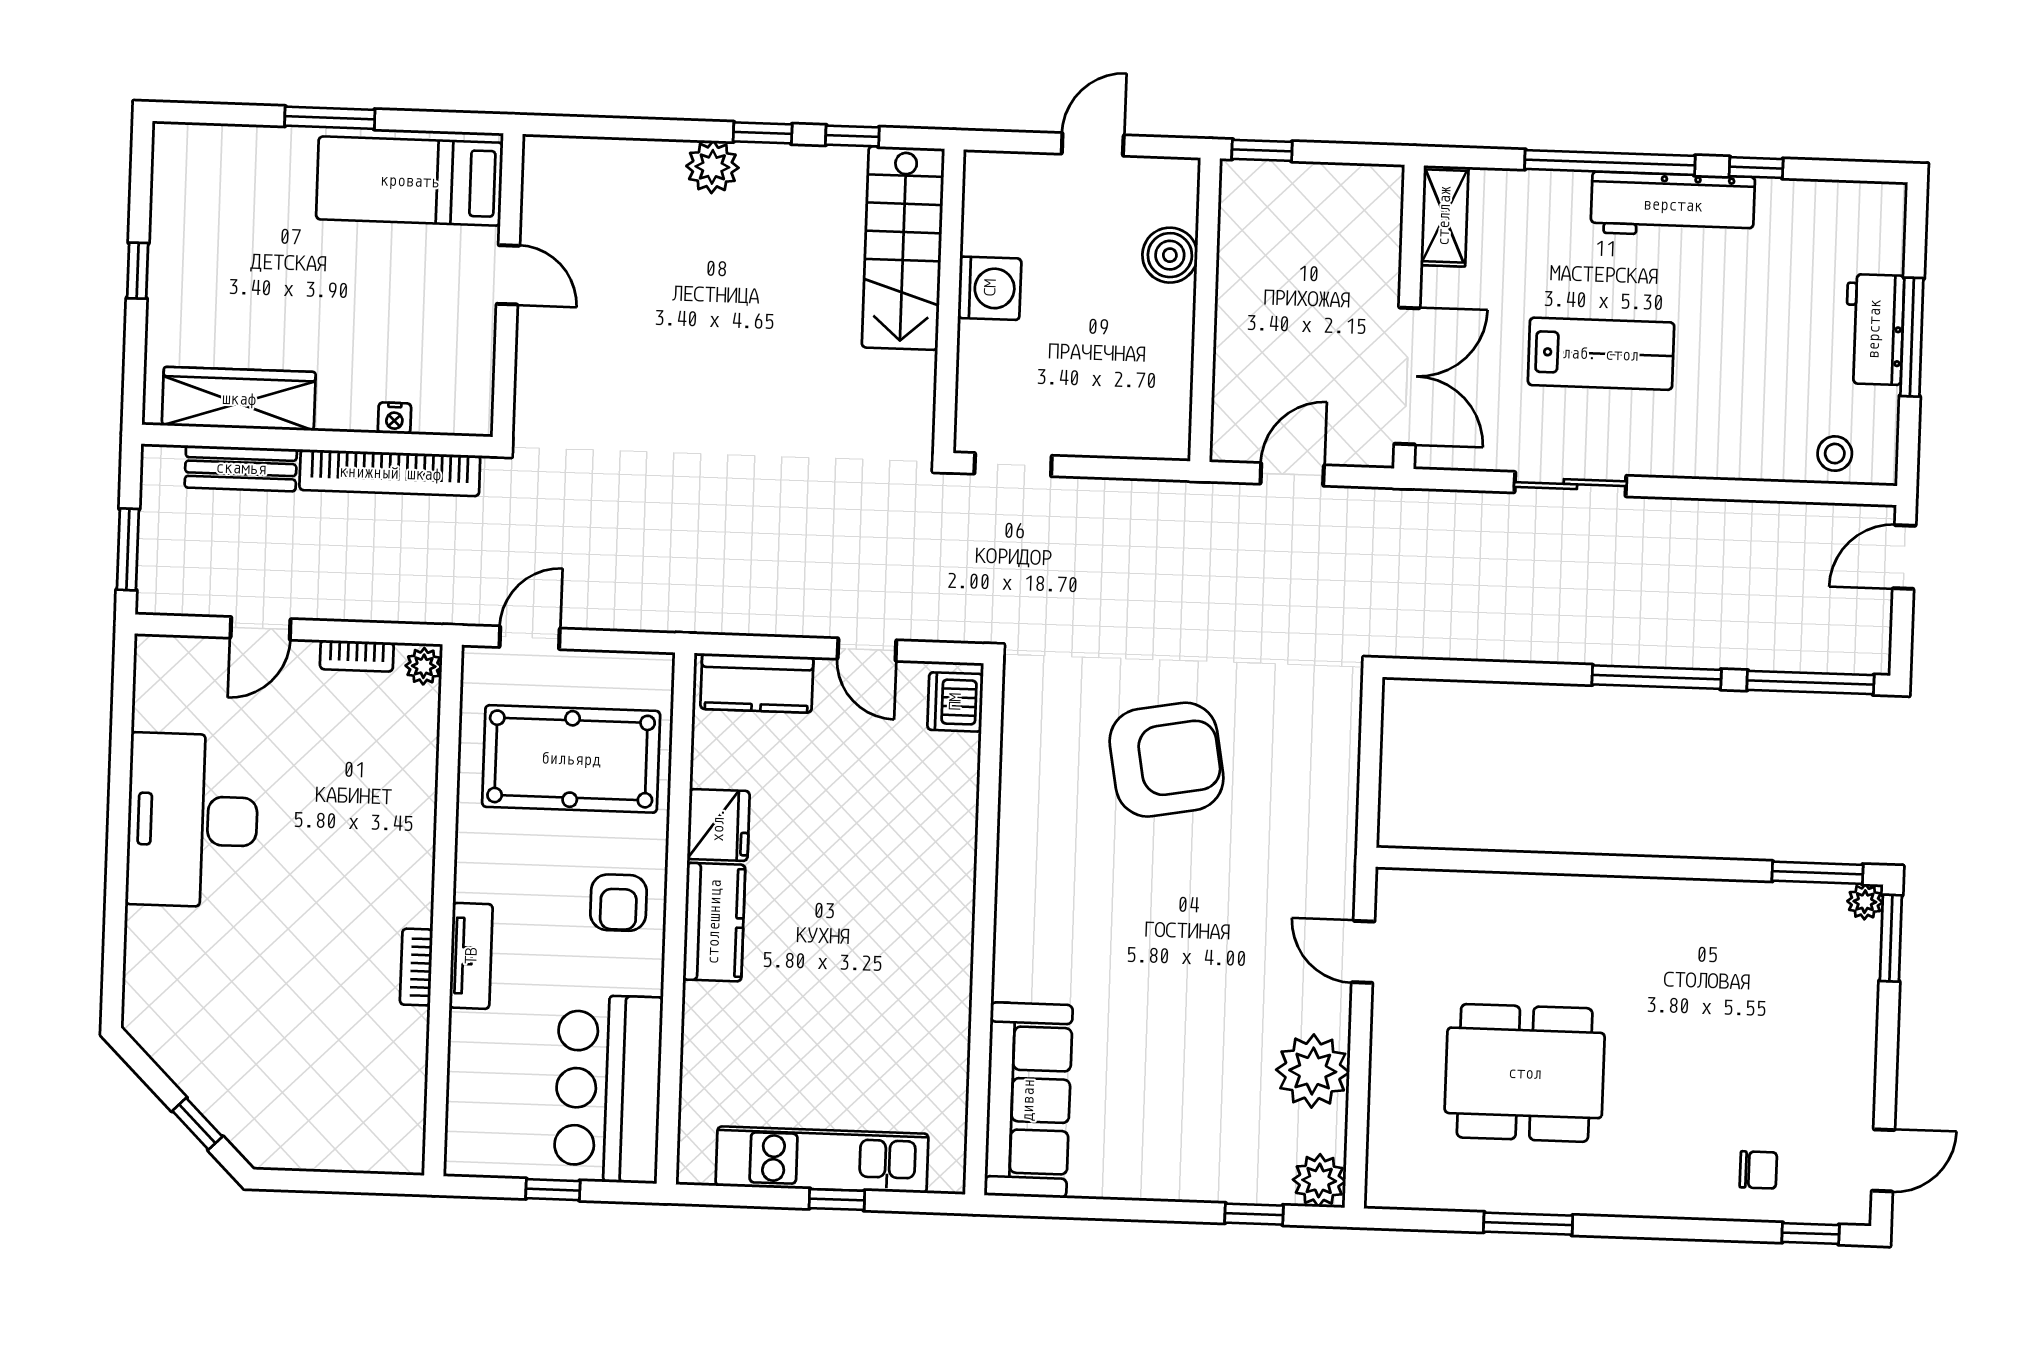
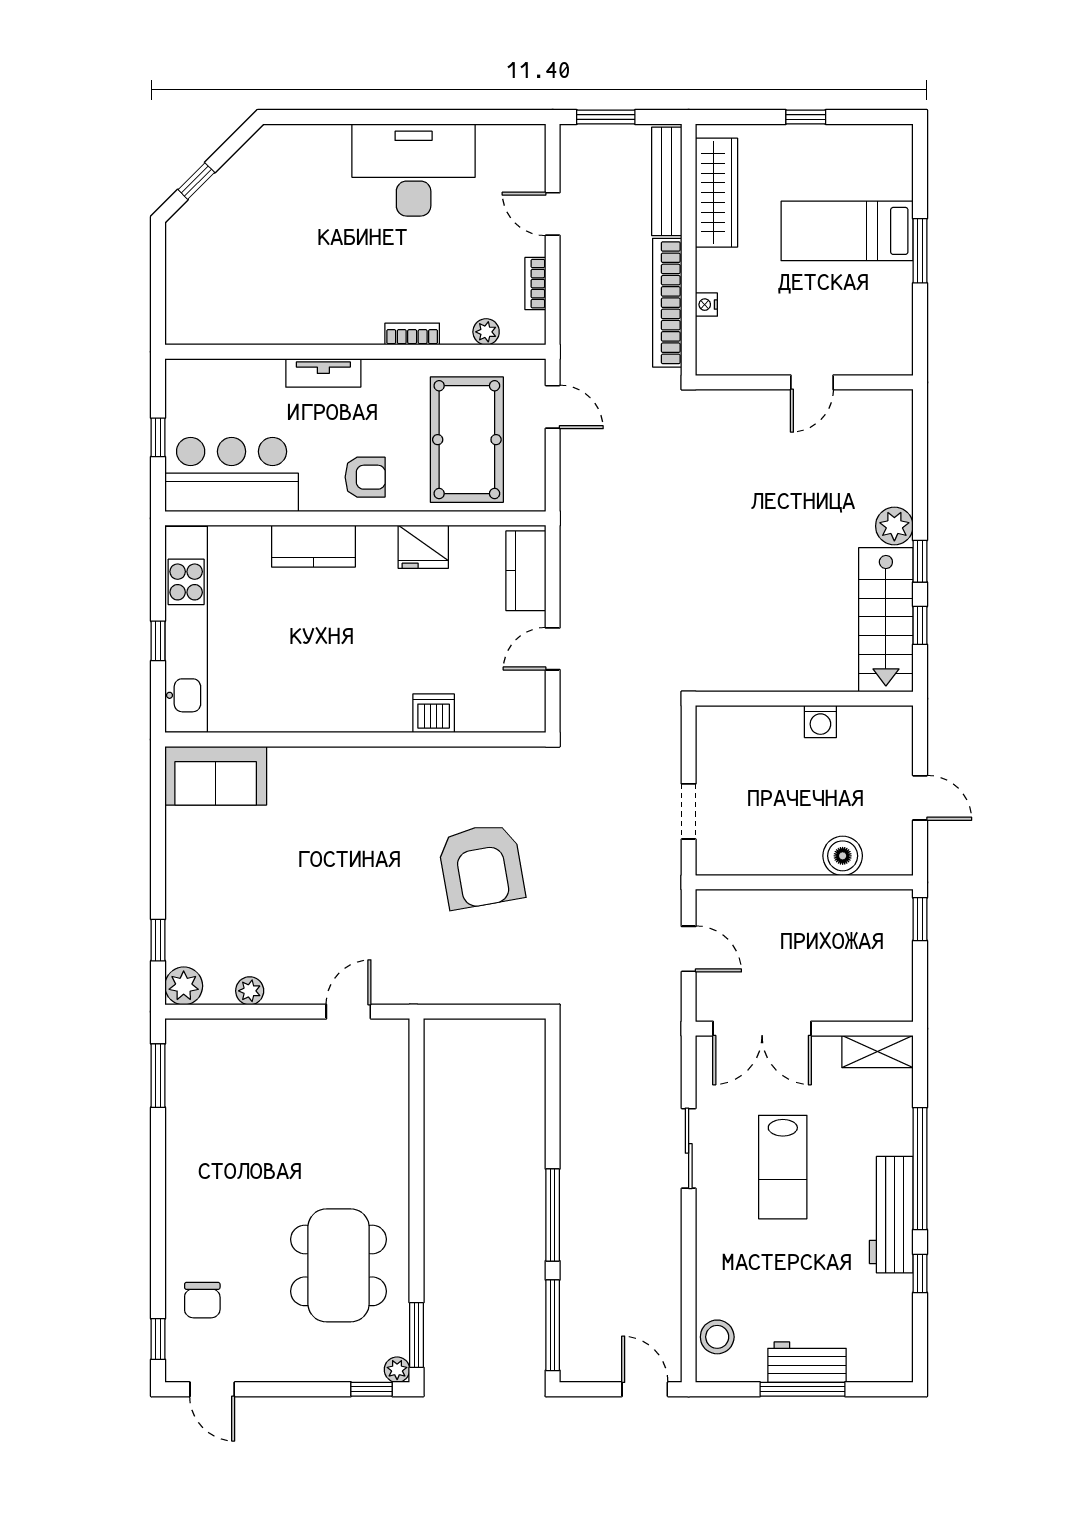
bed: (410, 181) -> (847, 231), moved, turned -90
stairs: (903, 248) -> (886, 620), moved, turned -90
washing machine: (990, 288) -> (820, 722), width x0.73, depth x0.73
stool: (1835, 454) -> (717, 1337), width x1.37, depth x1.37
doorway: (1013, 465) -> (689, 811), moved
bench: (241, 468) -> (667, 181), width x1.36
plant: (424, 666) -> (486, 332), moved
dishwasher: (955, 702) -> (434, 713), moved
armchair: (618, 903) -> (365, 477), turned 180
kitchen counter: (714, 922) -> (313, 546), moved
window: (1891, 938) -> (372, 1389), width x0.67
bookcase: (416, 967) -> (412, 334), moved
plant: (1313, 1071) -> (250, 991), width x0.53, depth x0.53
dining table: (1525, 1073) -> (339, 1265), moved
sofa: (1028, 1100) -> (216, 776), width x0.73
kitchen unit: (822, 1160) -> (186, 629), width x1.36
chair: (1758, 1170) -> (202, 1300), width x1.37, depth x1.37
window: (1528, 1224) -> (158, 1076), moved

